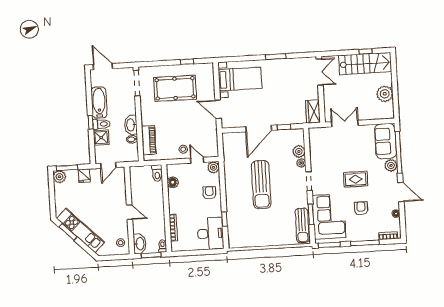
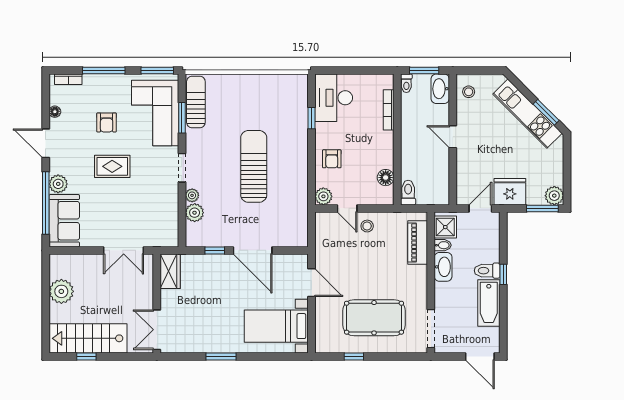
door: (259, 129) -> (253, 250), swing flipped
shower: (101, 138) -> (445, 227), moved
fridge: (84, 176) -> (510, 192), width x1.88, depth x1.34

